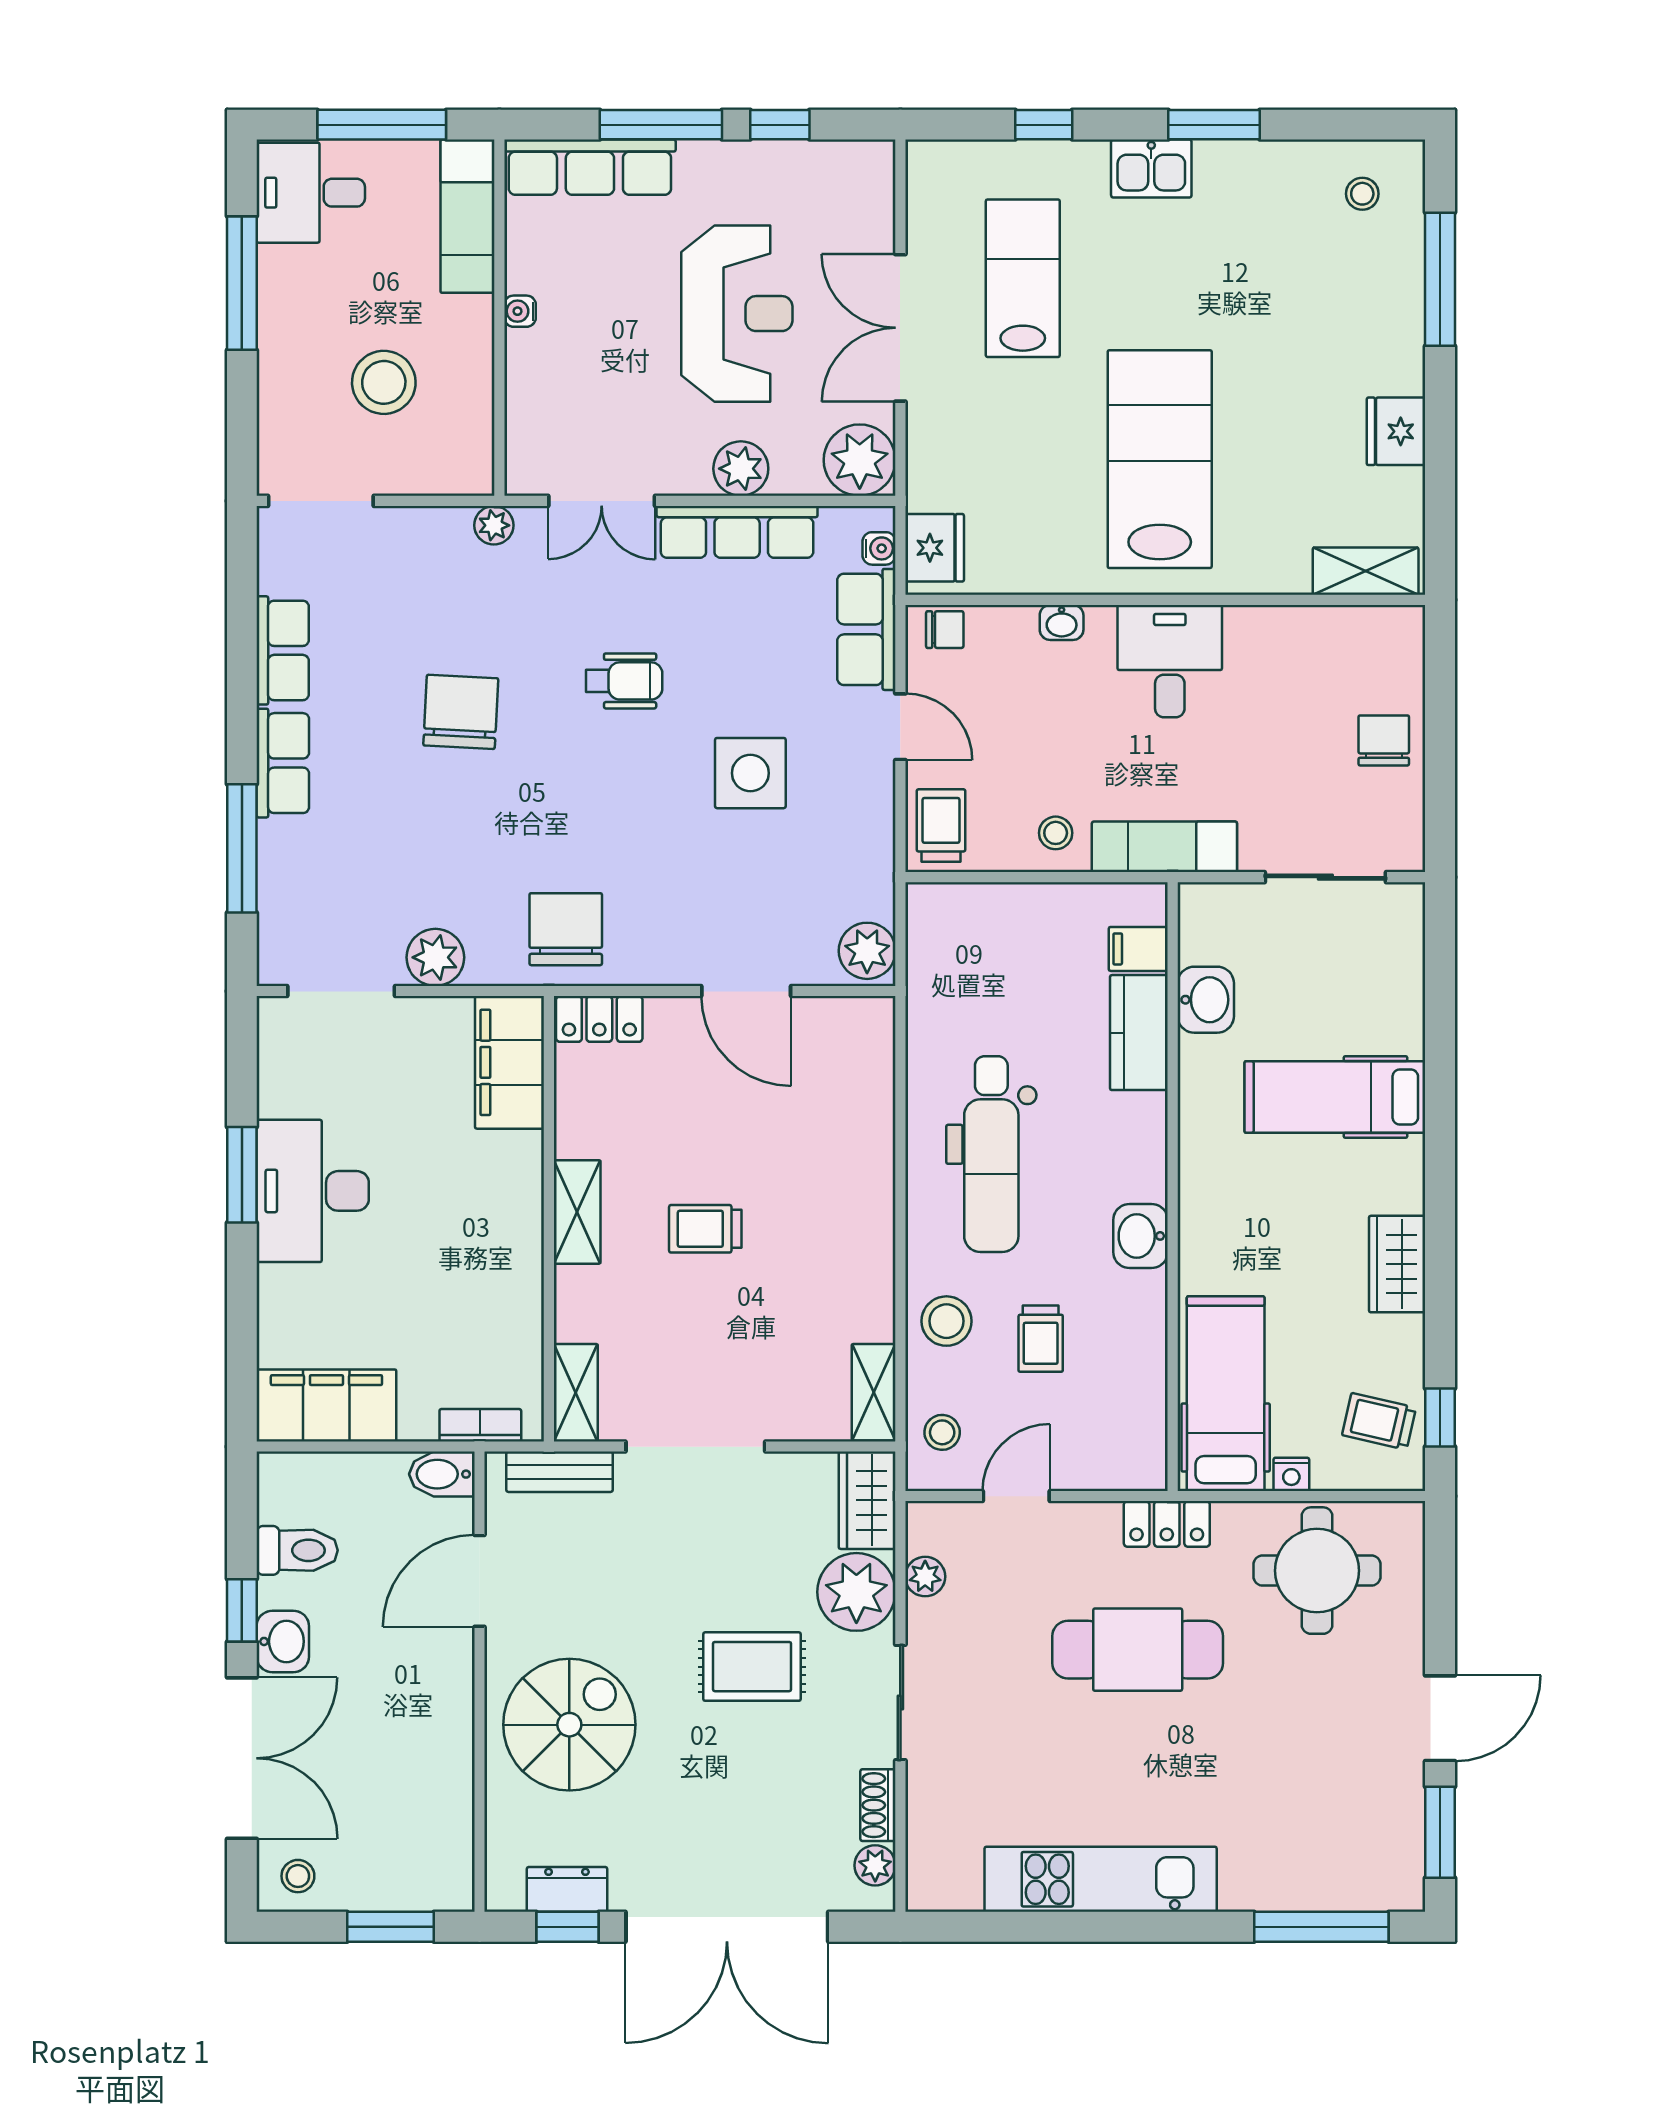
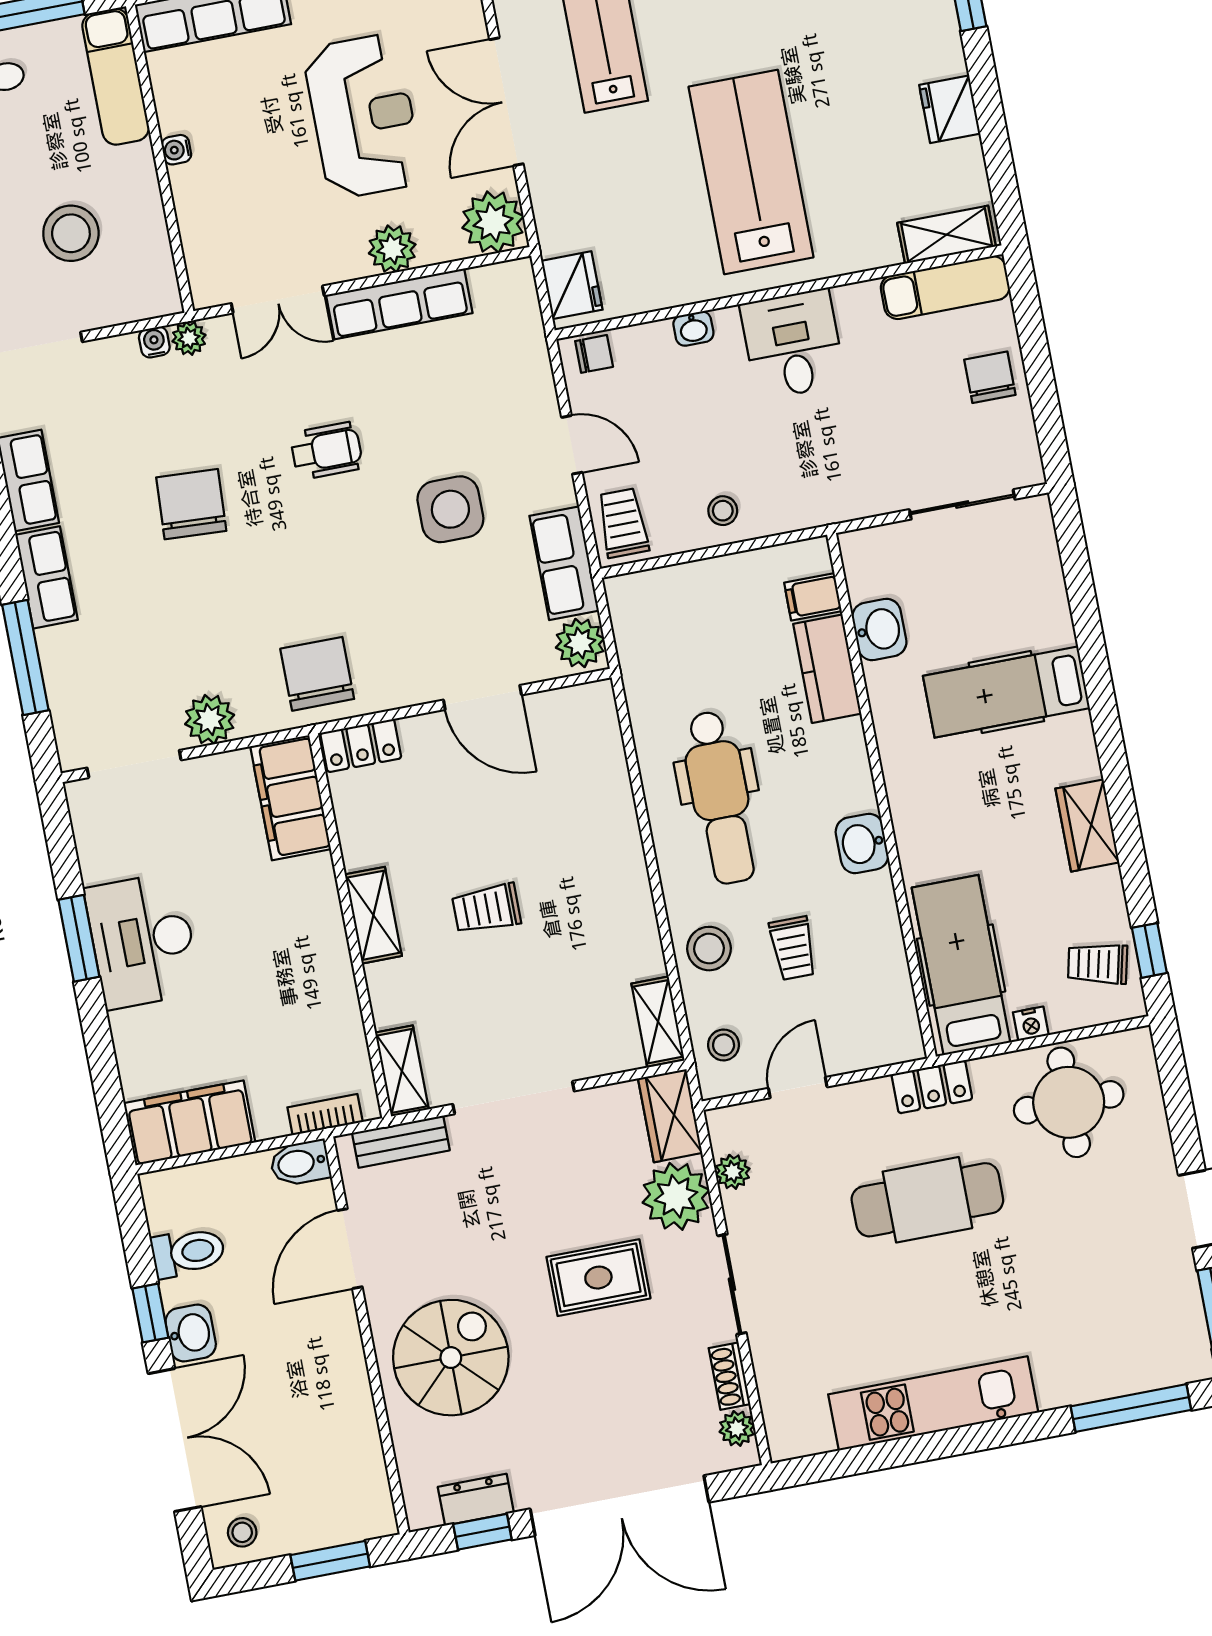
water cooler: (879, 548) -> (154, 342), moved, turned -90
row of seats: (866, 629) -> (564, 563), moved
exam couch: (1164, 847) -> (945, 288), moved, turned 180

